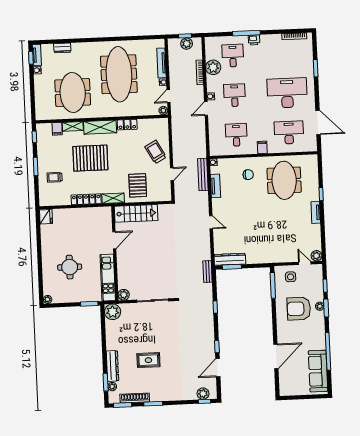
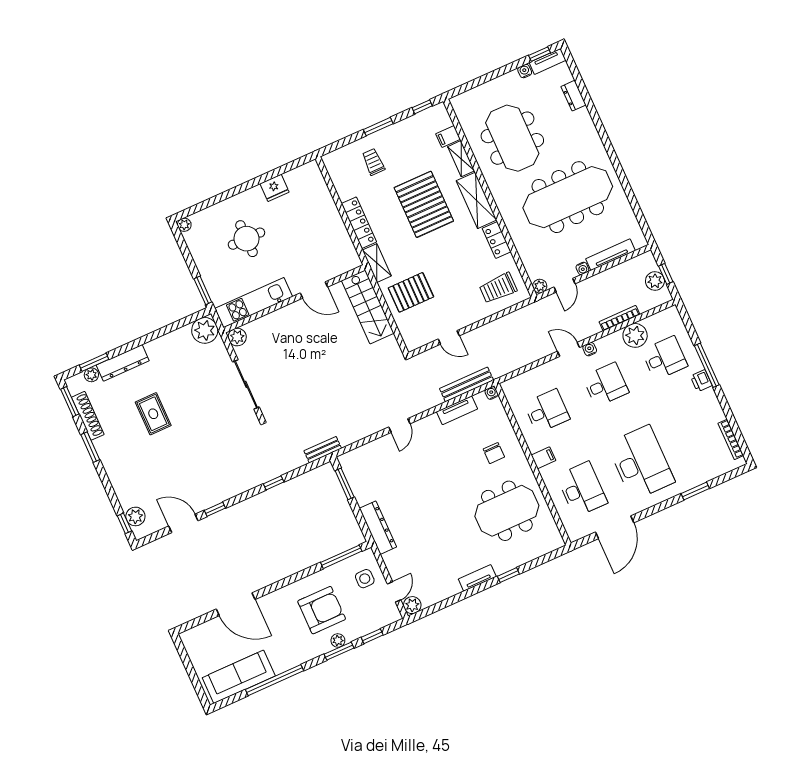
meeting table: (73, 93) -> (512, 138), turned 90
door: (169, 96) -> (565, 285), swing flipped
trolley: (156, 152) -> (498, 288), moved, turned -151
fridge: (46, 217) -> (274, 188), moved
dresser: (230, 259) -> (378, 528), moved
armchair: (299, 309) -> (322, 610), turned 90

